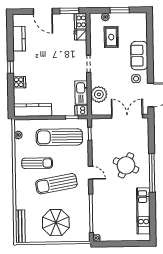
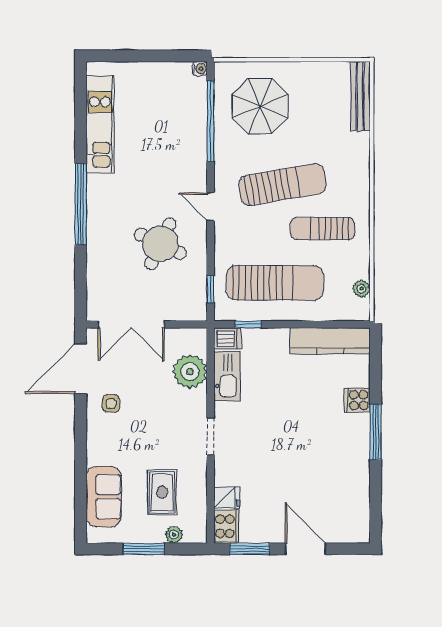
kitchen counter: (19, 39) -> (357, 492), removed
sofa: (139, 56) -> (104, 497), moved
window: (10, 67) -> (376, 432), width x2.17
round table: (126, 165) -> (160, 244), moved
parasol: (56, 223) -> (260, 106), moved

